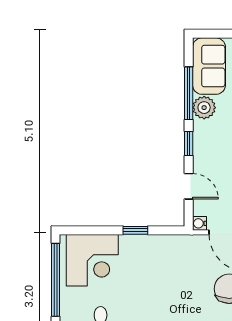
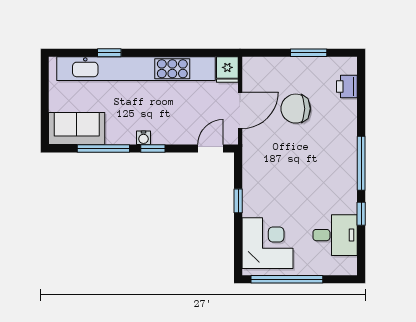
plant: (204, 108) -> (117, 133), removed
door: (189, 186) -> (210, 149), moved
water cooler: (199, 223) -> (143, 138), moved

